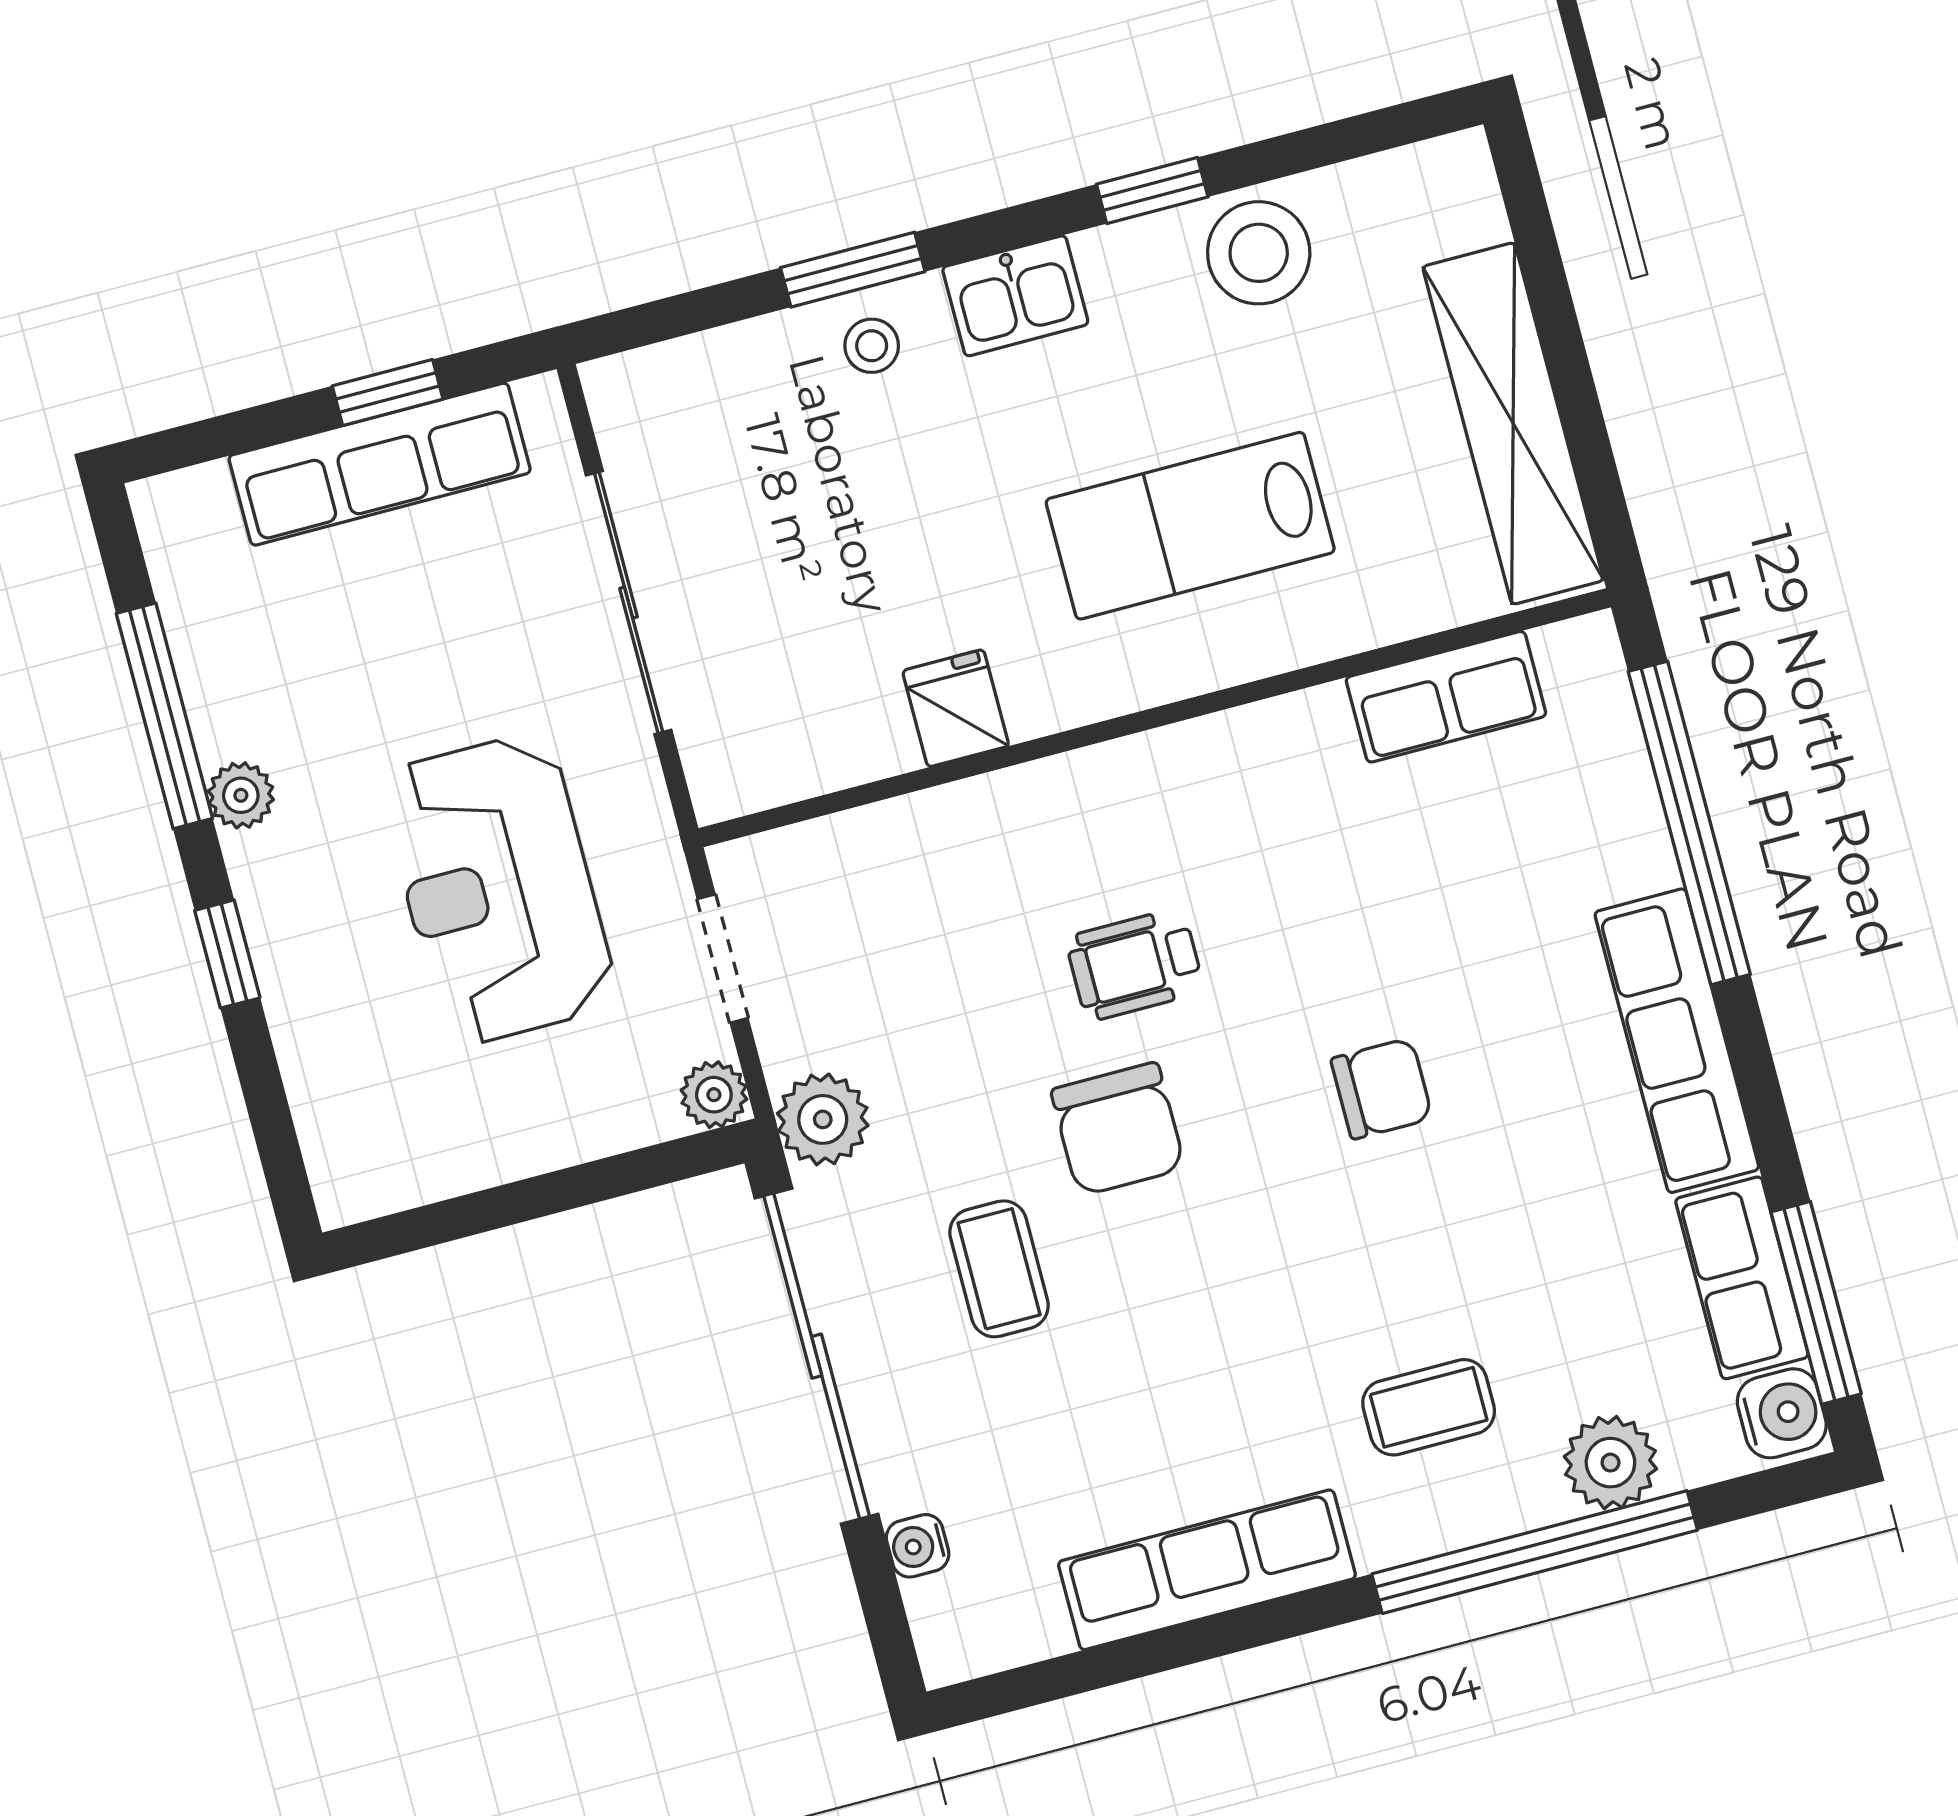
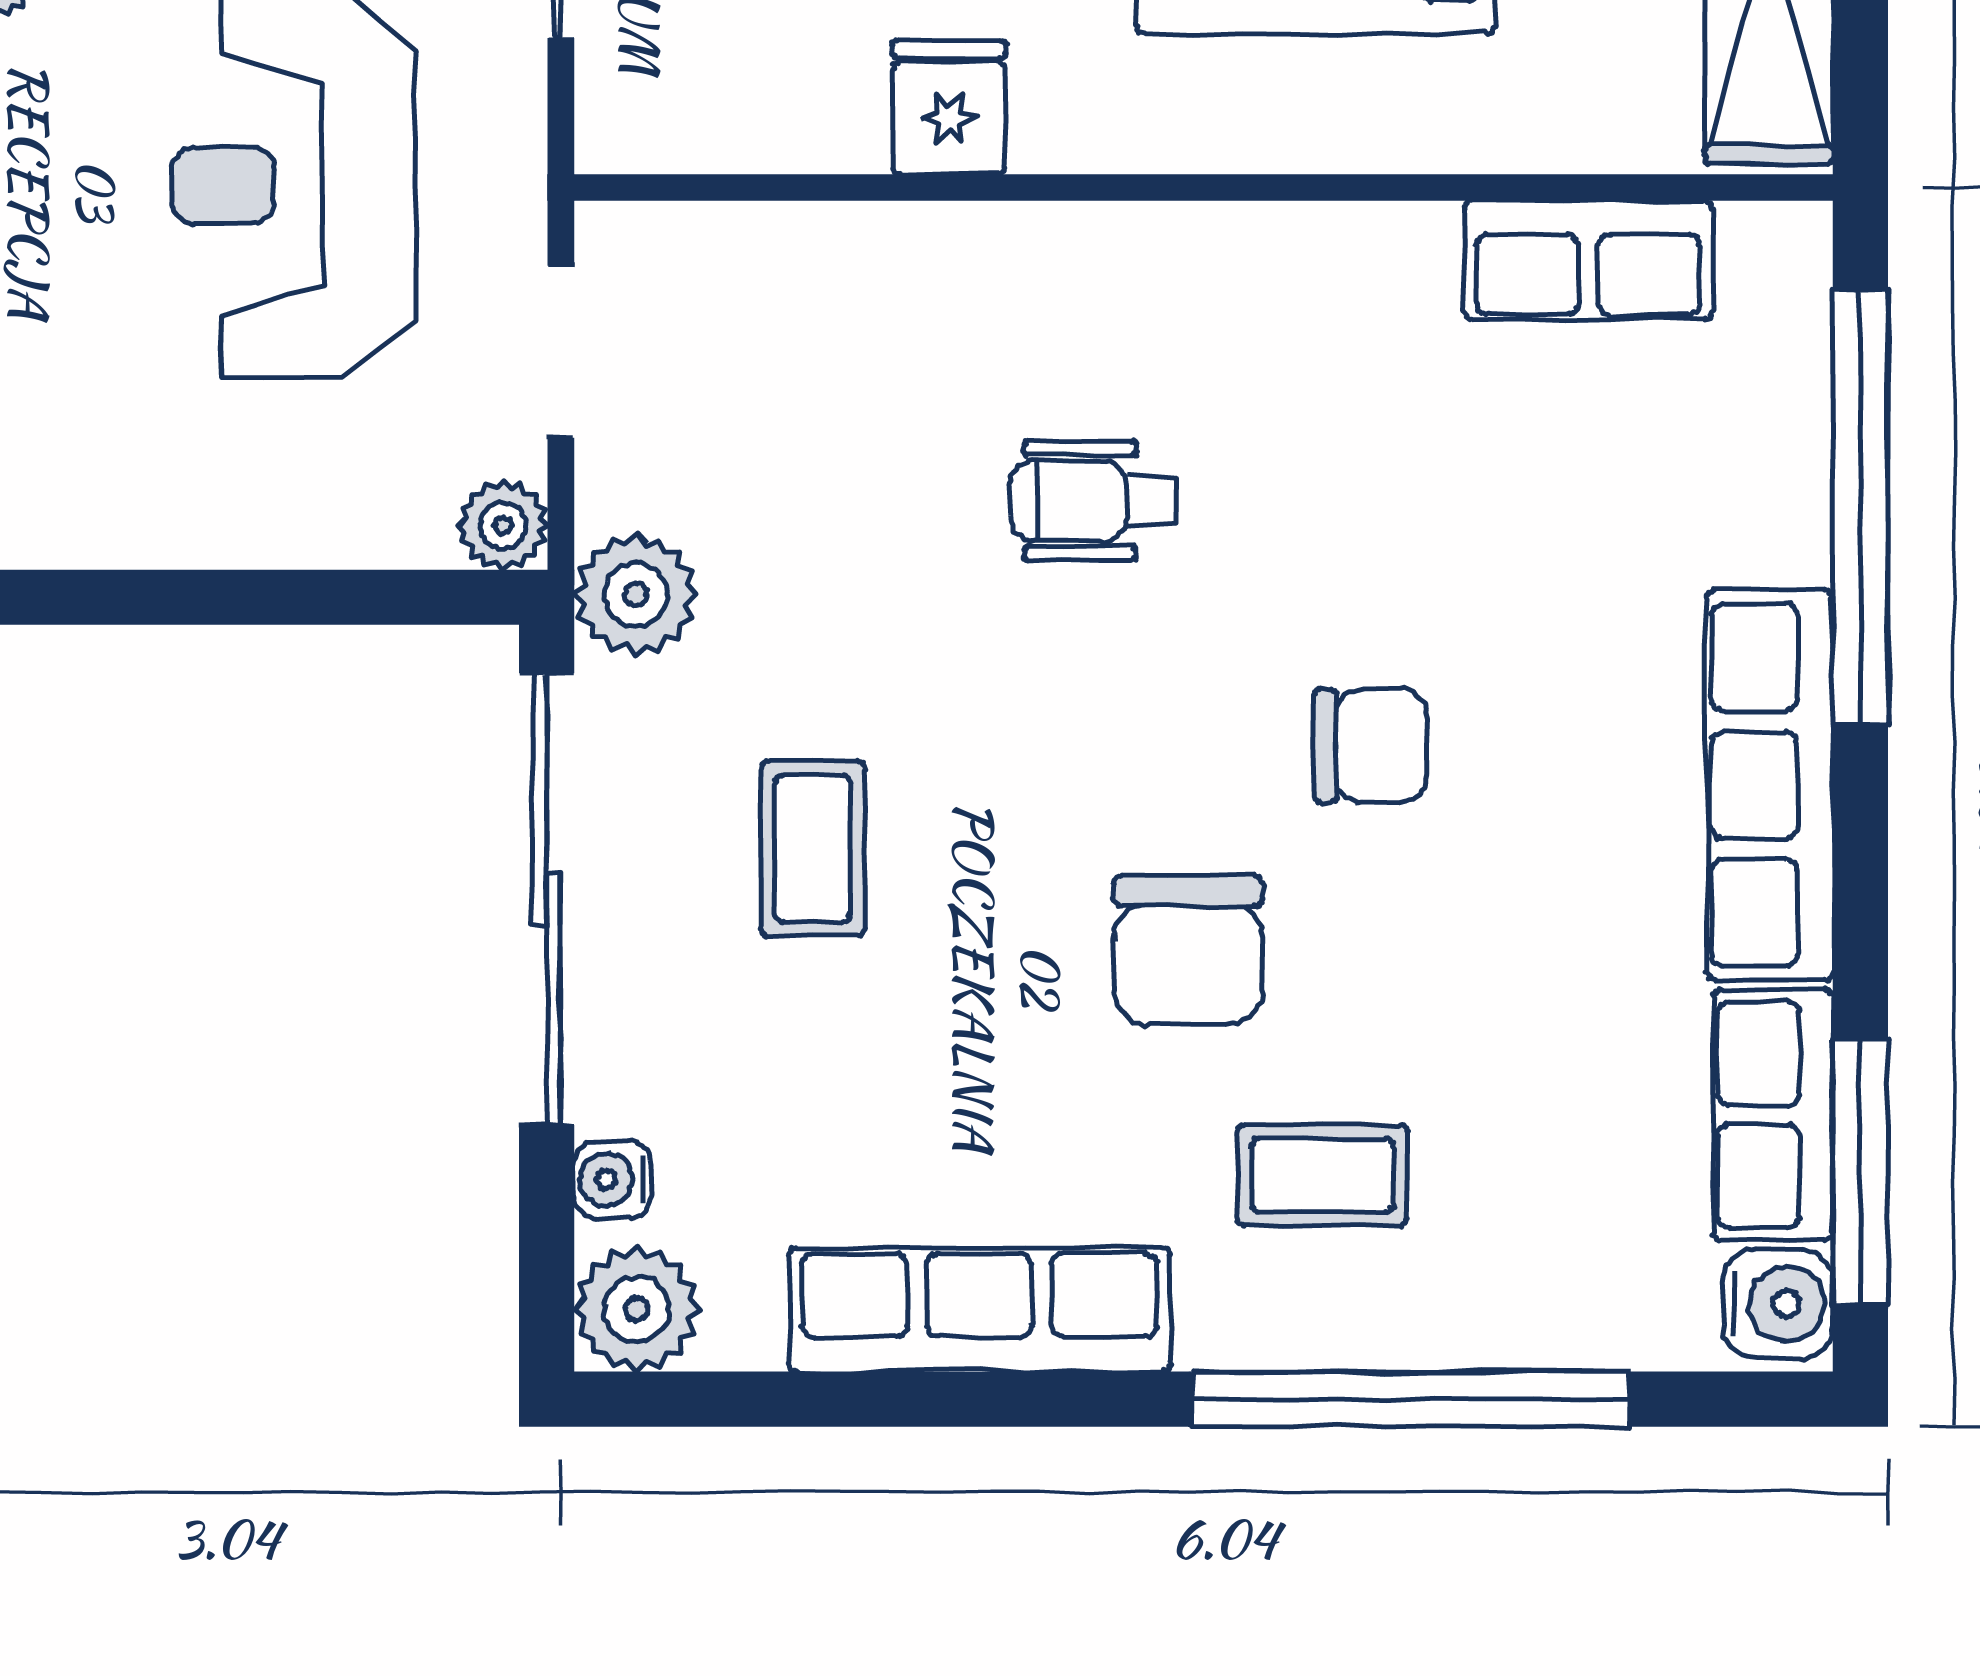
chair: (1118, 1129) -> (1188, 951), moved
plant: (1610, 1463) -> (637, 1309), moved

